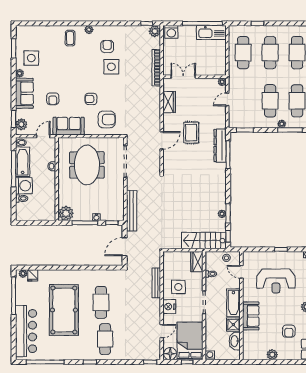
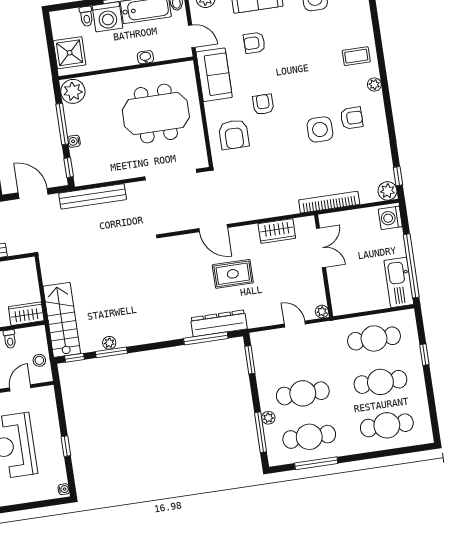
shower: (42, 212) -> (70, 53), added

